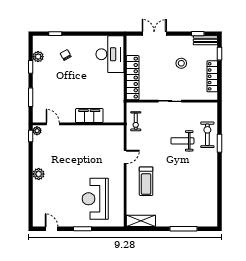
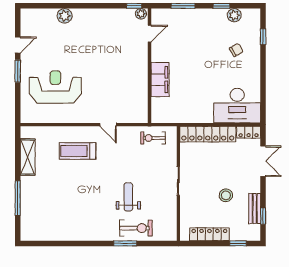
bench: (205, 40) -> (255, 208), moved
locker: (131, 45) -> (249, 132), added
plant: (39, 174) -> (65, 16), moved
shelving: (141, 221) -> (28, 157), moved
door: (52, 229) -> (18, 45), moved

